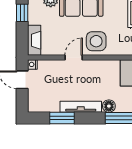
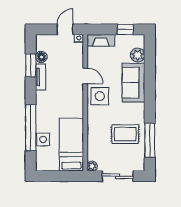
floor lamp: (109, 106) -> (41, 57), moved
tv unit: (81, 107) -> (41, 77), width x0.71

